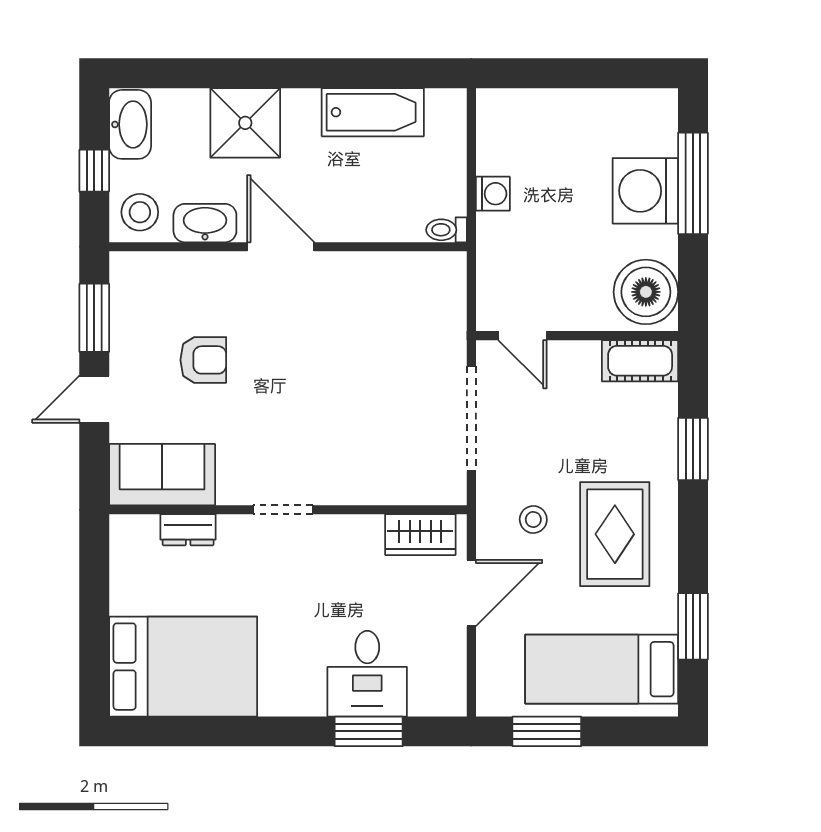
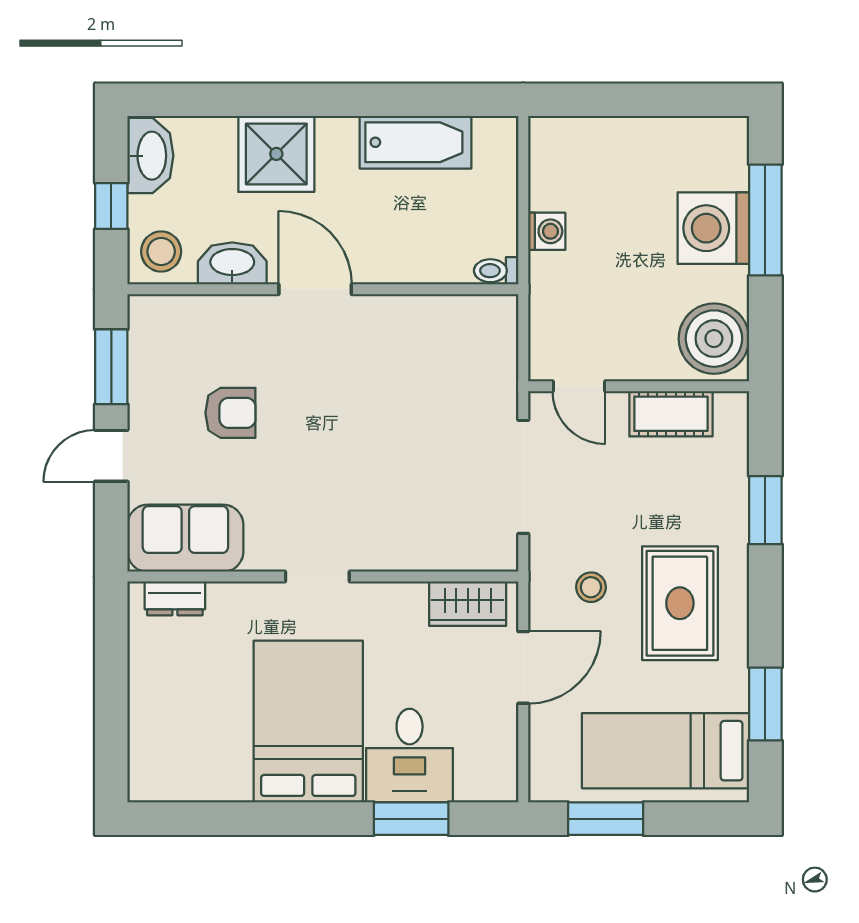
cot: (640, 361) -> (671, 414), moved
dresser: (188, 530) -> (175, 598), moved
bed: (183, 667) -> (308, 722), moved, turned -90

